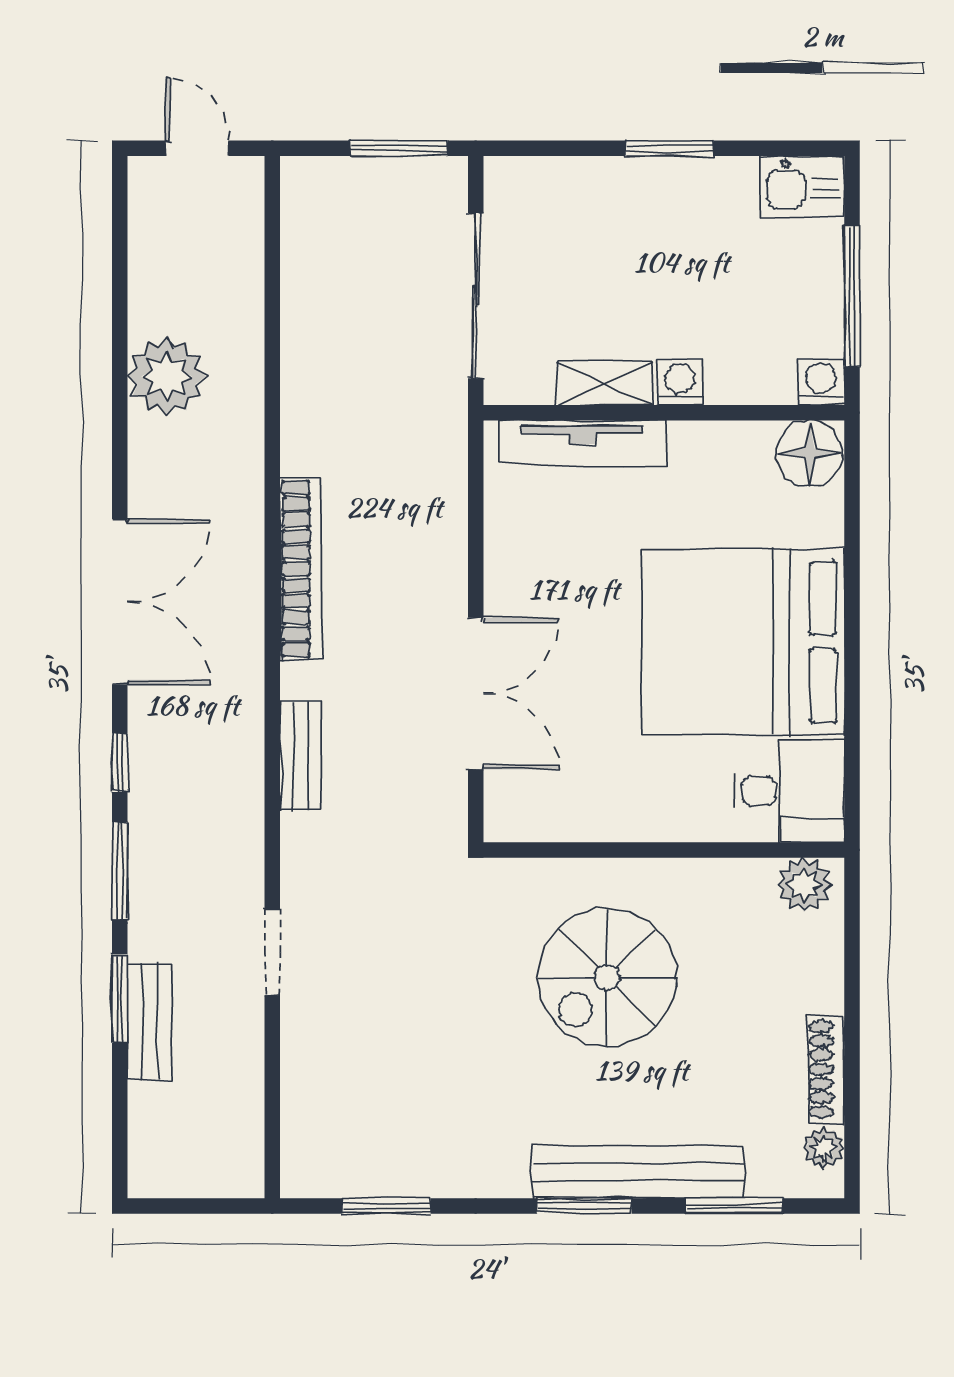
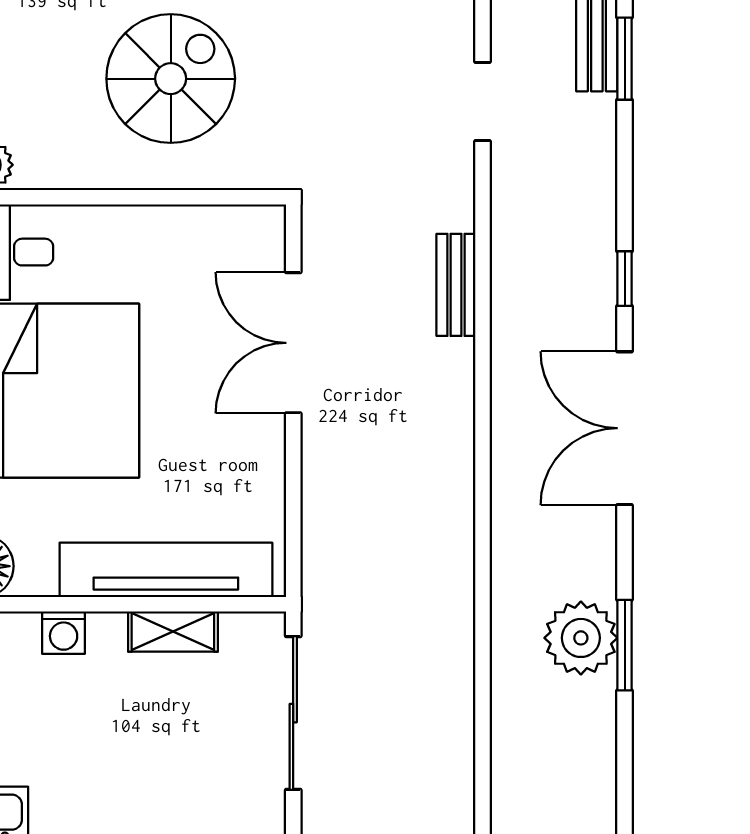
washing machine: (680, 382) -> (64, 633), moved
tv unit: (582, 443) -> (166, 570), width x1.36, depth x1.29
bookcase: (301, 569) -> (456, 459), removed
window: (120, 871) -> (625, 645), moved

